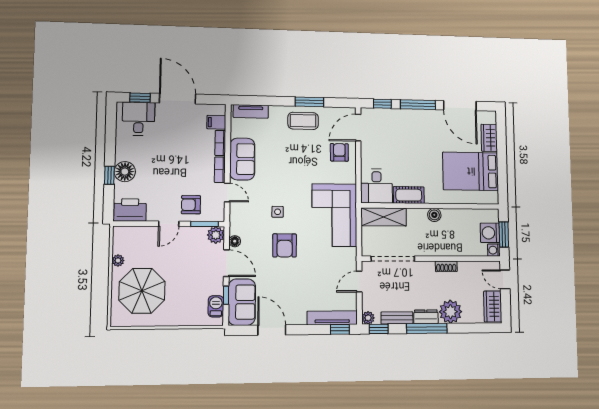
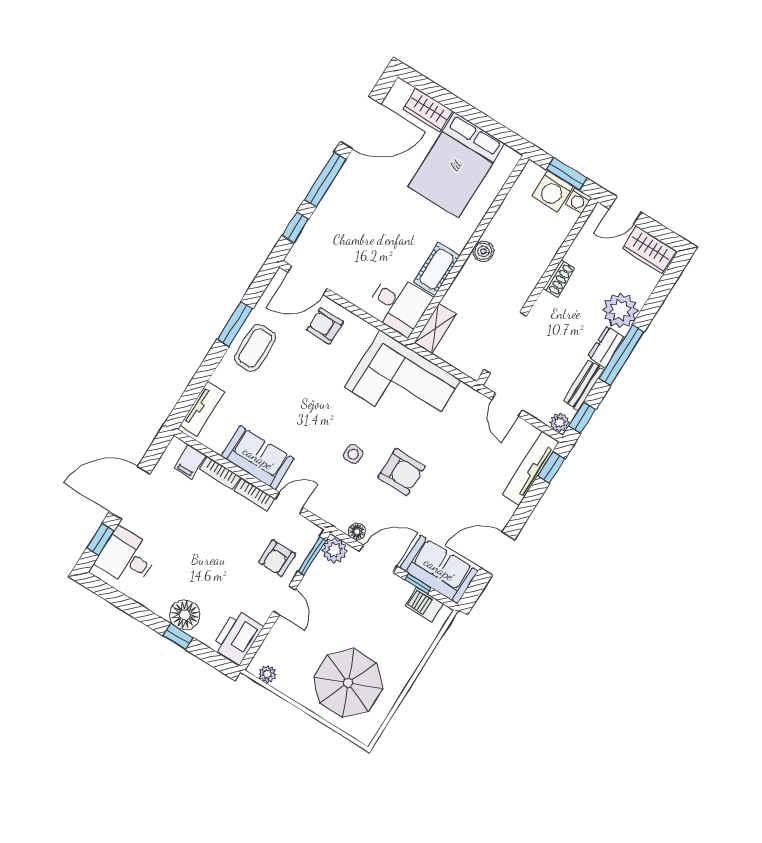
door: (358, 128) -> (308, 280), hinge flipped
shelving: (384, 217) -> (435, 329), width x0.67, depth x0.75
plant: (118, 261) -> (268, 674), moved

